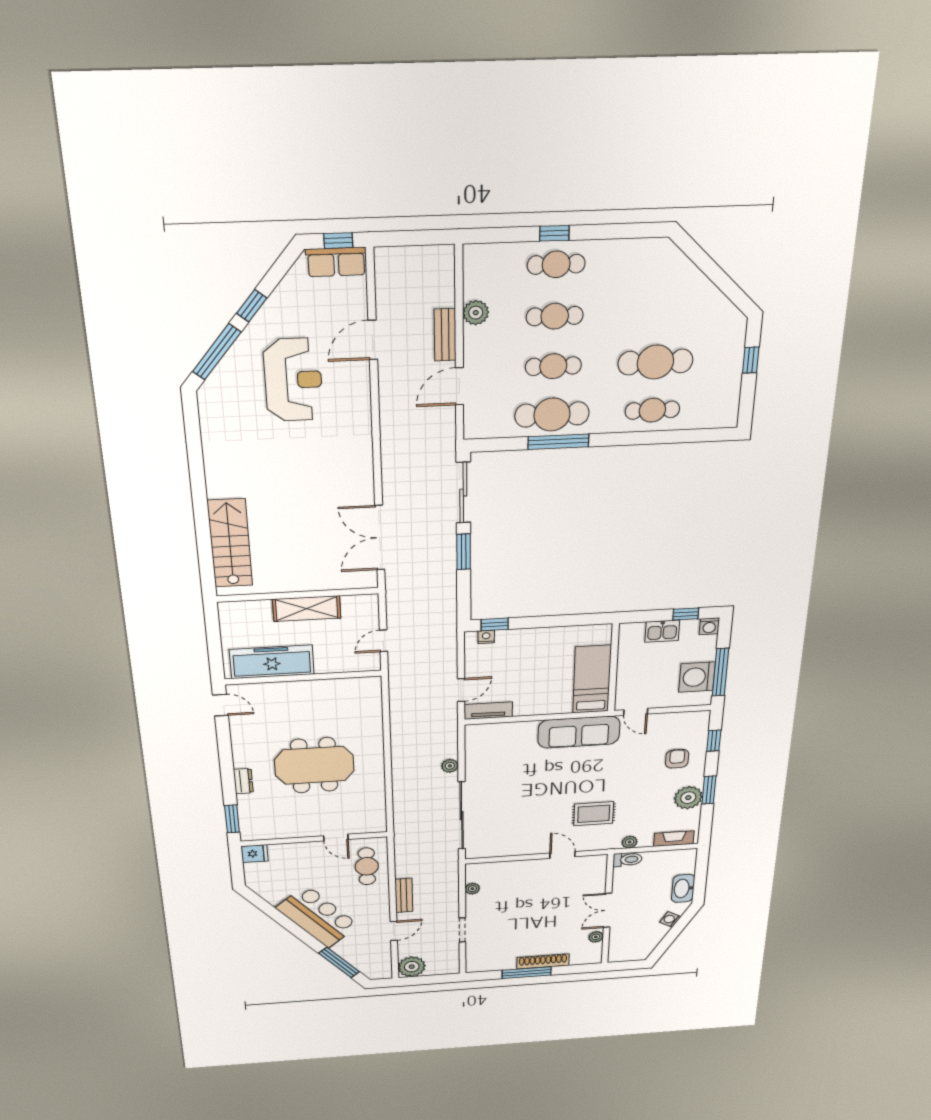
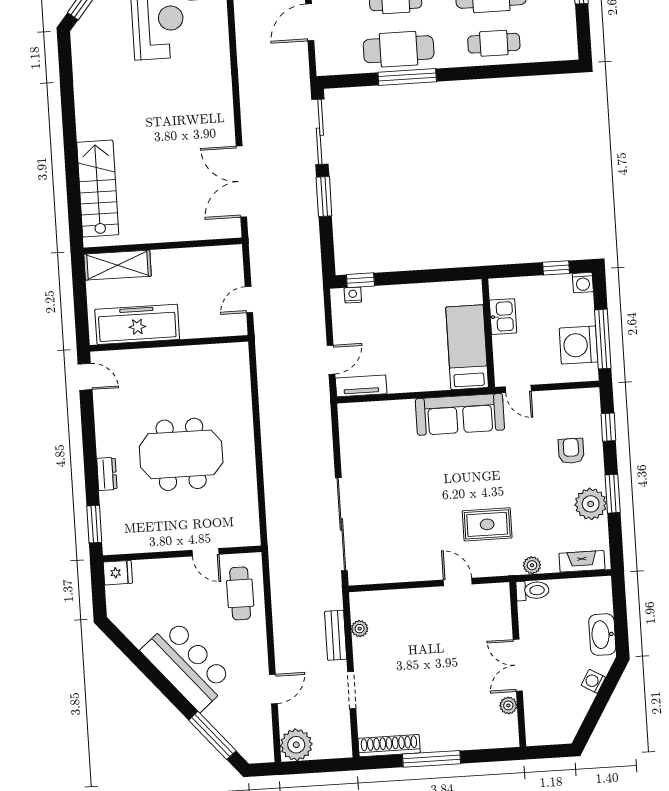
shelving: (307, 609) -> (117, 265), moved
kitchen sink: (662, 631) -> (503, 317), moved, turned -90
plant: (450, 766) -> (325, 457), removed
bench: (404, 895) -> (336, 635), moved
shoe rack: (543, 961) -> (389, 746), moved

